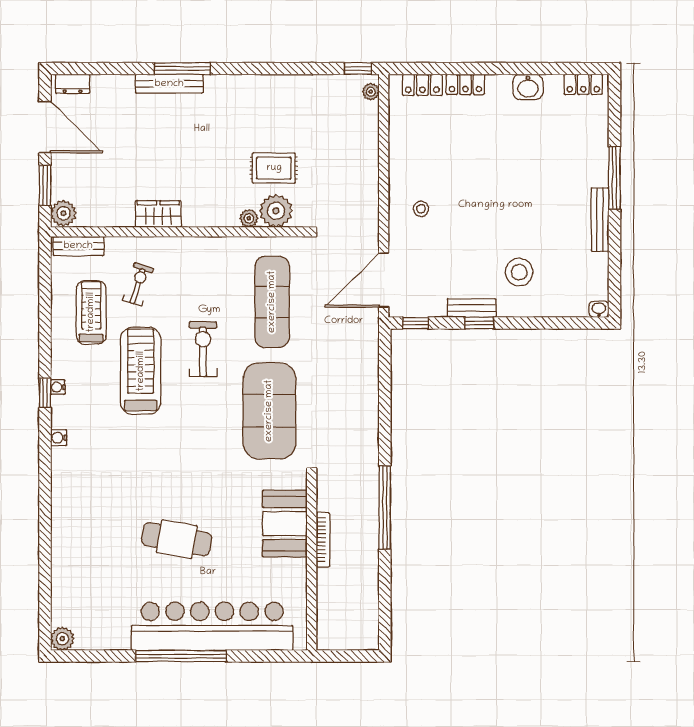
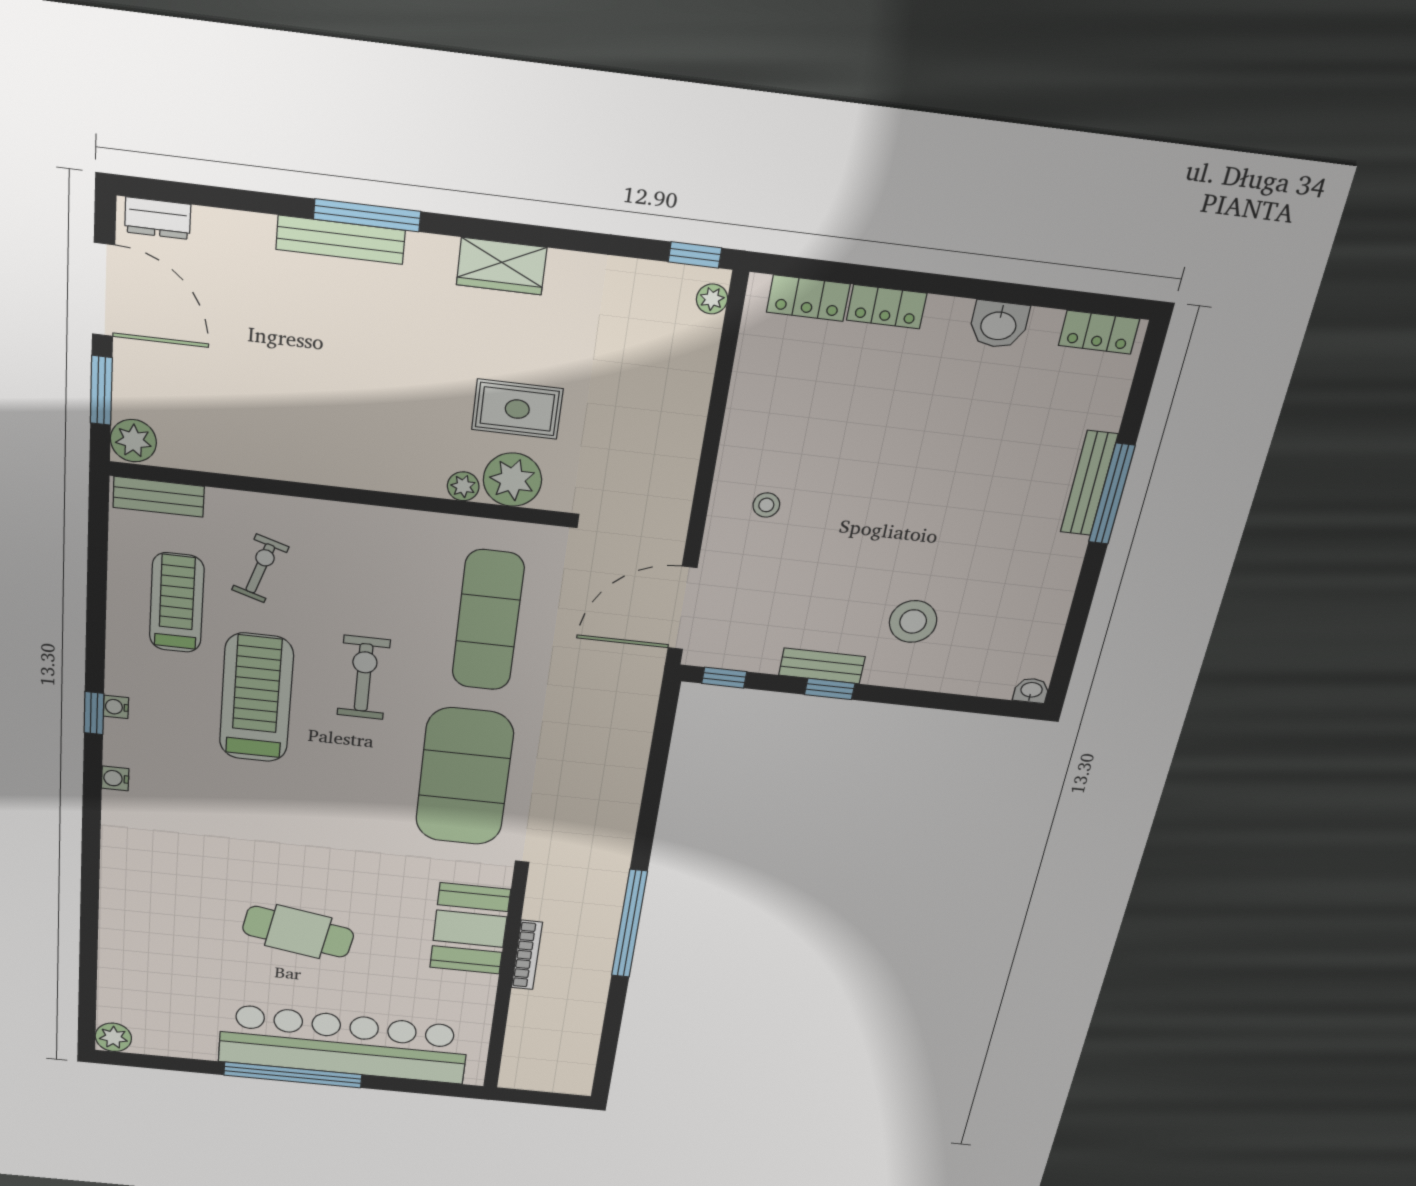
wardrobe: (158, 214) -> (502, 266), moved, turned 180
bench: (600, 220) -> (1089, 483), moved

